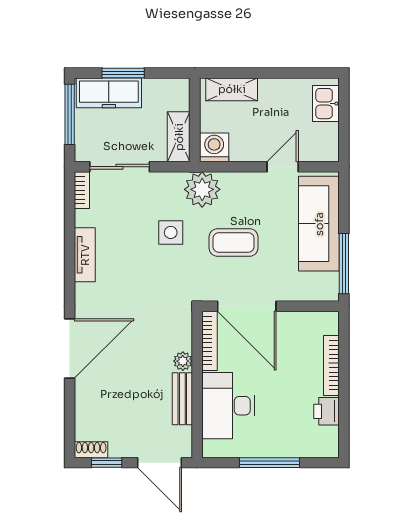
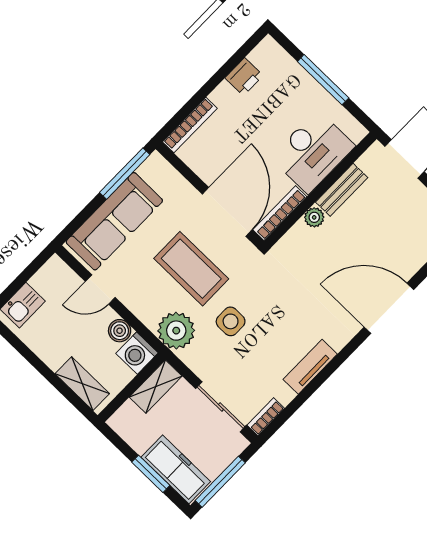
boiler: (241, 151) -> (120, 331), added
coffee table: (234, 243) -> (191, 269), width x1.36, depth x1.32
bookcase: (331, 365) -> (190, 125), moved

